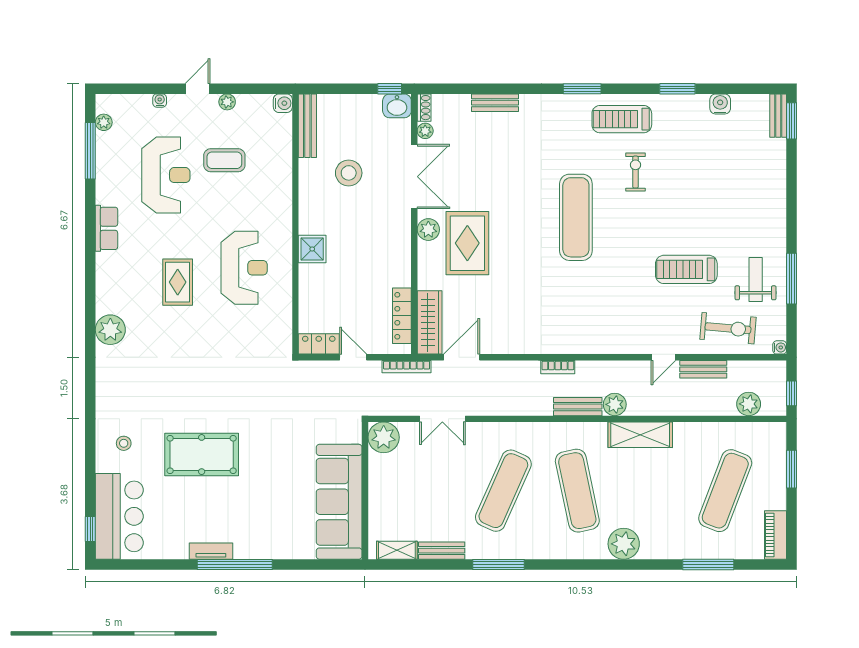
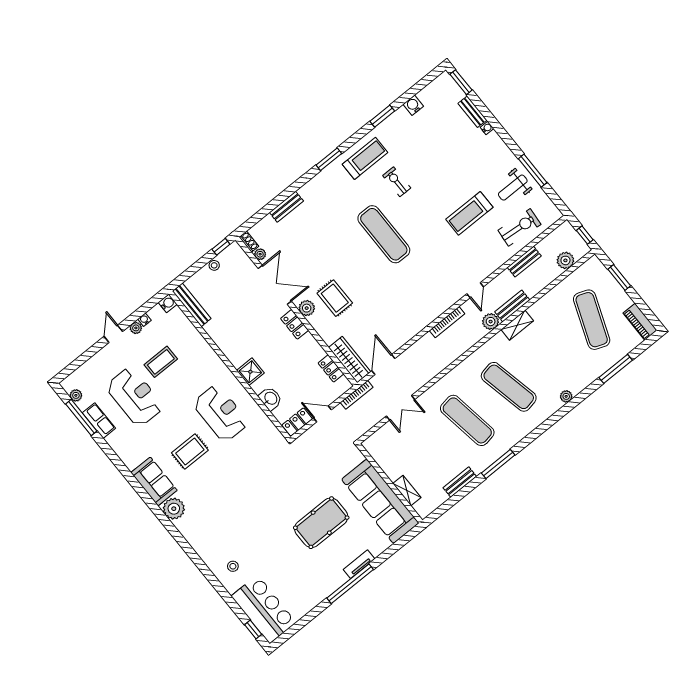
water cooler: (160, 101) -> (144, 320), moved
washbasin: (397, 106) -> (270, 399), moved, turned -90
bench: (778, 116) -> (472, 112), moved
treadmill: (622, 119) -> (365, 158), turned 180
stool: (349, 173) -> (214, 265), moved, width x0.53, depth x0.53
row of seats: (106, 228) -> (99, 421), moved
locker: (401, 237) -> (295, 324), added
rug: (467, 243) -> (335, 298), width x0.73, depth x0.70
weight bench: (756, 279) -> (513, 188), turned -90
rug: (178, 282) -> (190, 451), turned 90
sofa: (113, 283) -> (154, 481), added
locker: (402, 316) -> (331, 368), width x0.66
water cooler: (780, 347) -> (487, 128), moved
door: (663, 357) -> (475, 290), moved
bookcase: (558, 367) -> (447, 322), width x1.56
bench: (578, 407) -> (512, 306), moved
shelving: (640, 435) -> (517, 325), width x0.67, depth x0.75
plant: (384, 437) -> (376, 445), removed
pool table: (202, 455) -> (321, 523), moved
exercise mat: (503, 491) -> (467, 420), turned -33
plant: (624, 544) -> (566, 396), width x0.53, depth x0.53
shelving: (397, 550) -> (407, 490), moved, turned 90
tv unit: (211, 551) -> (359, 564), moved

